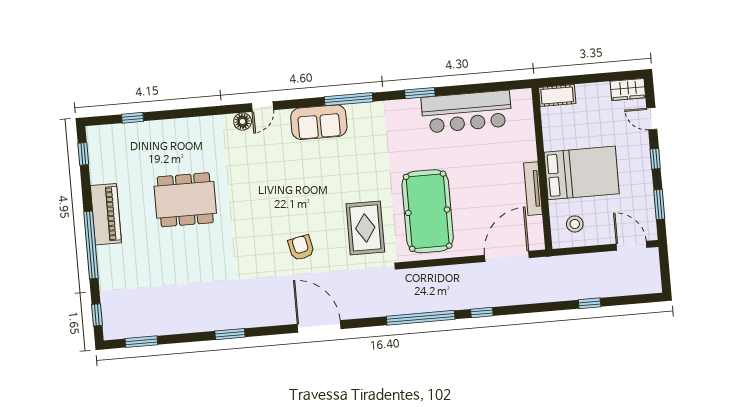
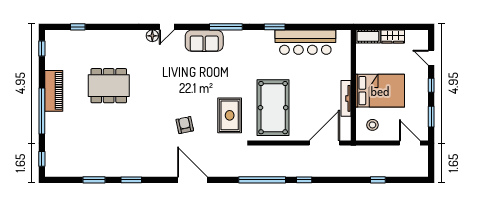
wardrobe: (628, 90) -> (393, 36), moved
window: (141, 342) -> (94, 180), moved

